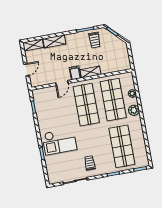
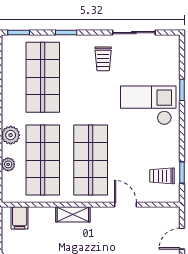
filing cabinet: (75, 73) -> (20, 218), moved
door: (62, 83) -> (125, 205), hinge flipped
trolley: (44, 103) -> (162, 176), added

